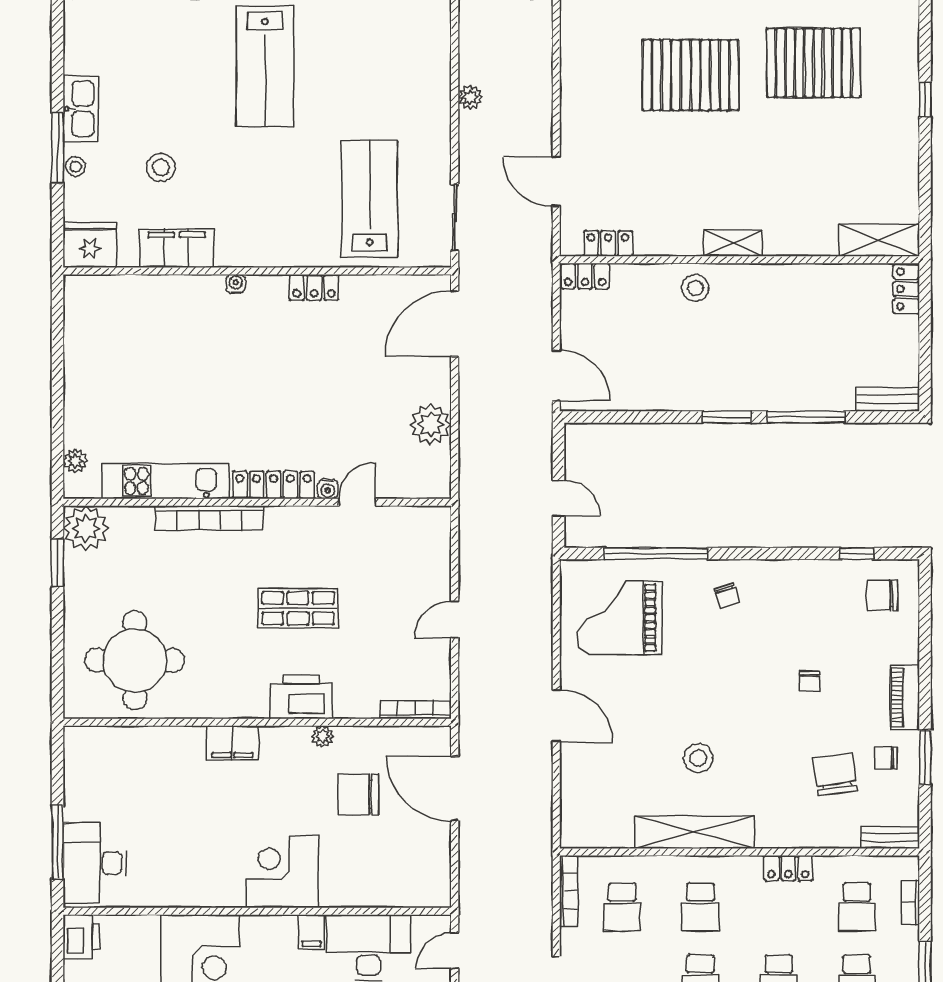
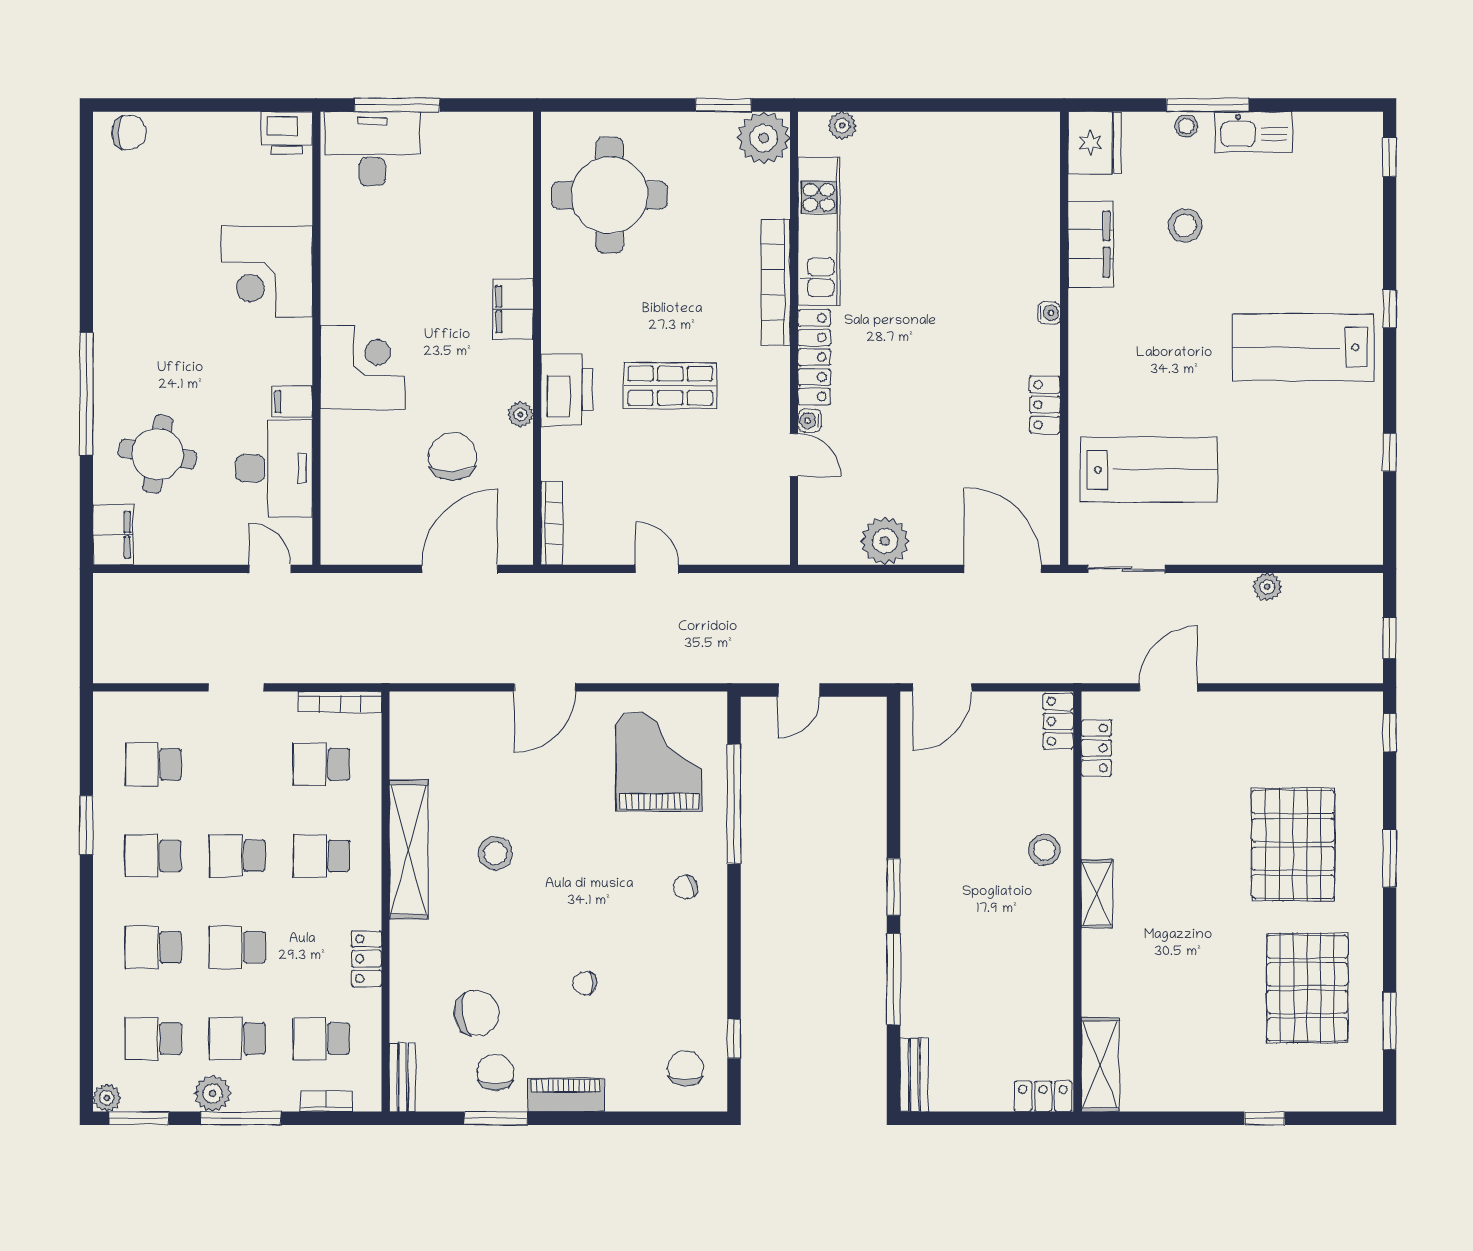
shop shelf: (298, 608) -> (670, 386), turned 90
chair: (886, 758) -> (495, 1072), width x1.37, depth x1.37

